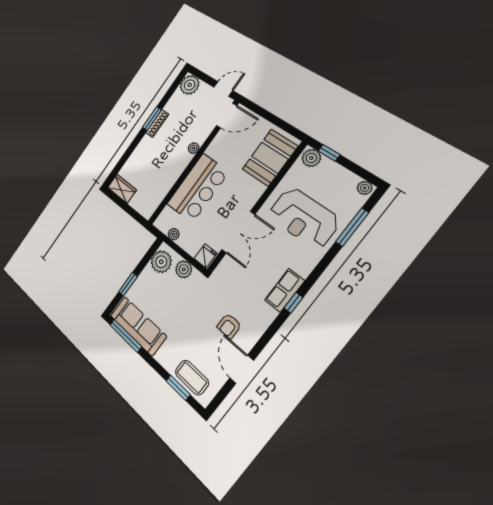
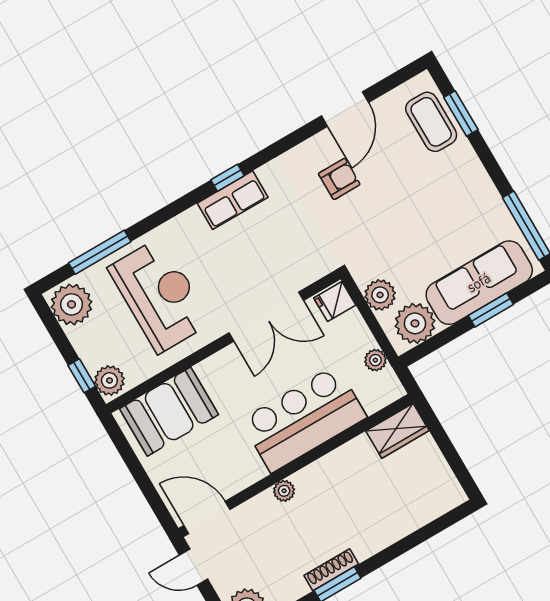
plant: (365, 188) -> (72, 304), width x1.88, depth x1.88
wardrobe: (122, 189) -> (397, 431), moved, turned -90
double door: (238, 232) -> (266, 317), swing flipped
sofa: (138, 326) -> (479, 283), moved, turned 90

